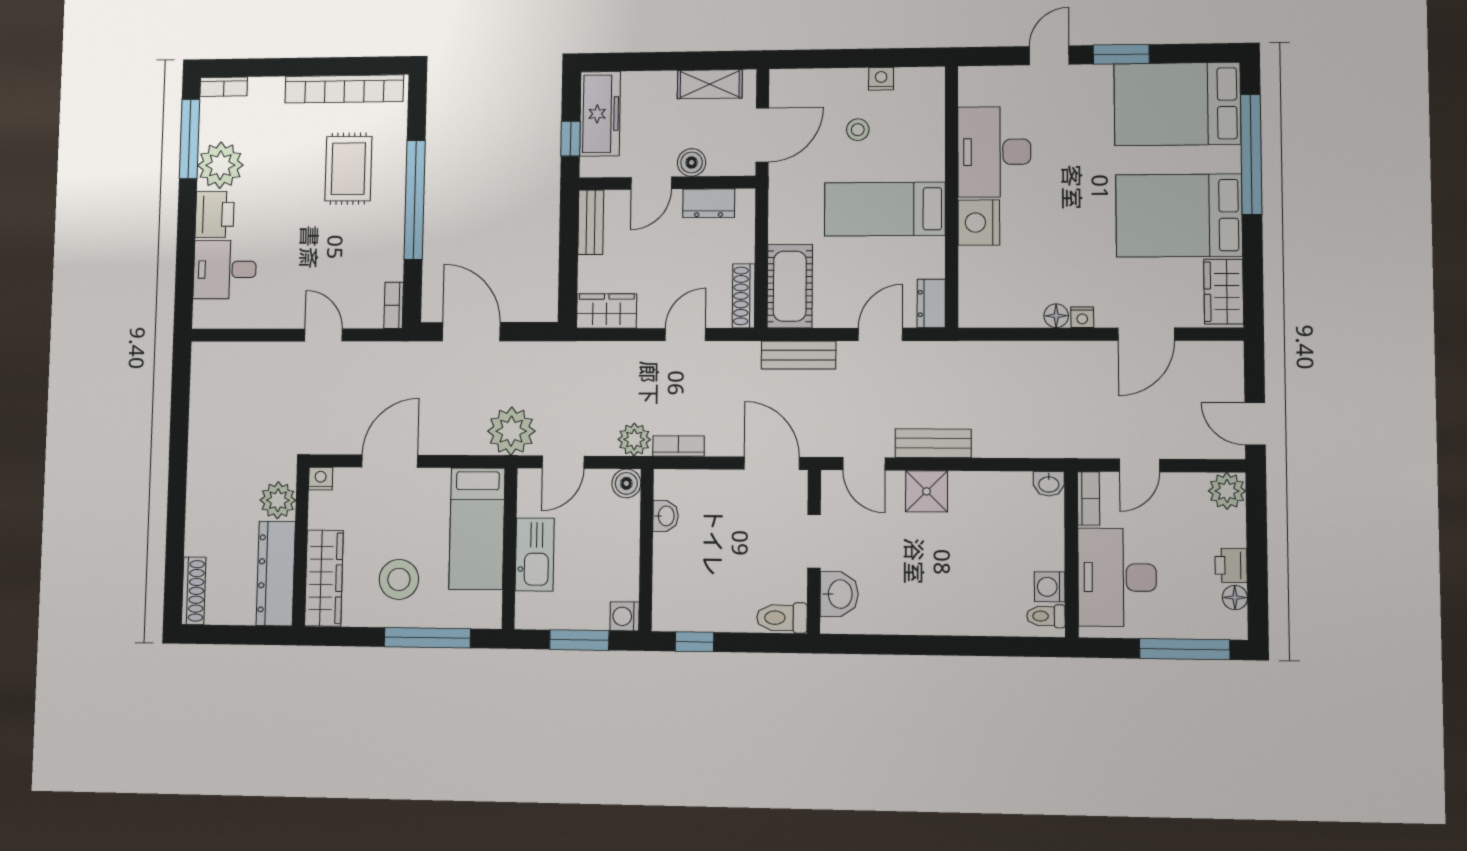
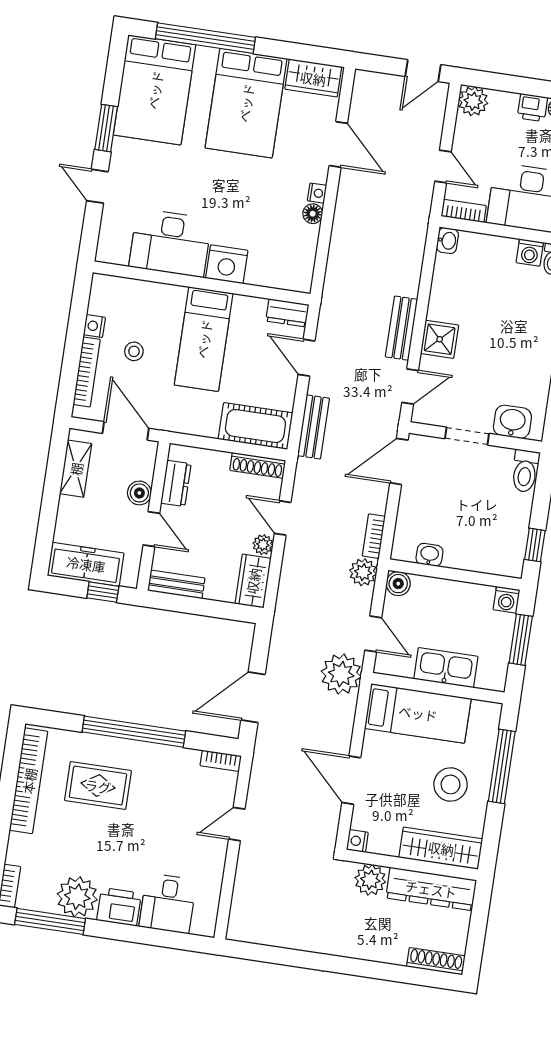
bookcase: (825, 79) -> (87, 372), added
plant: (651, 316) -> (263, 545), added

